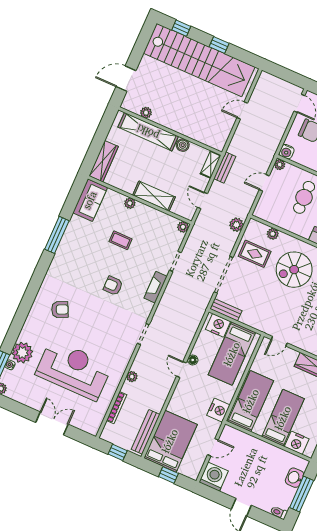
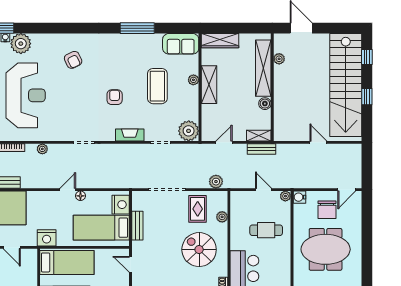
shelving: (154, 196) -> (209, 85), moved
plant: (183, 227) -> (189, 131), width x1.87, depth x1.87
coffee table: (121, 240) -> (157, 86), width x1.86, depth x1.72
bench: (226, 310) -> (137, 226), moved

